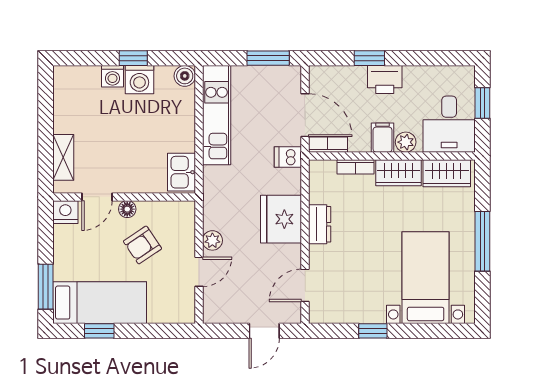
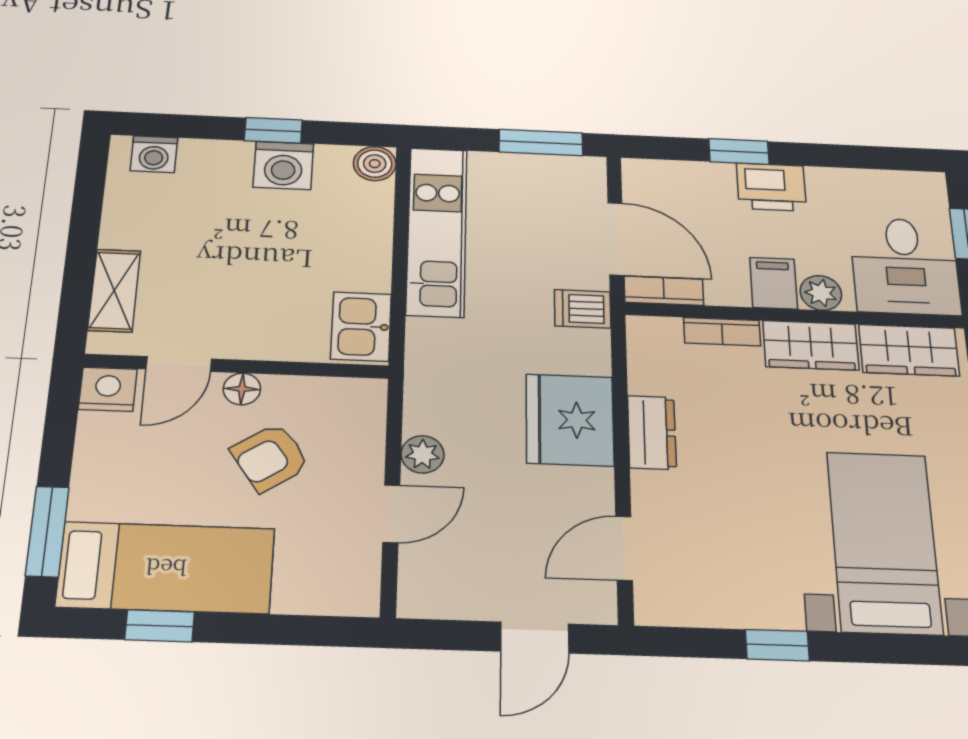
washing machine: (113, 76) -> (154, 154), moved

